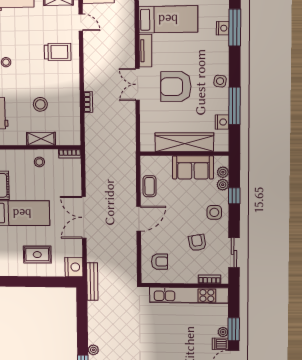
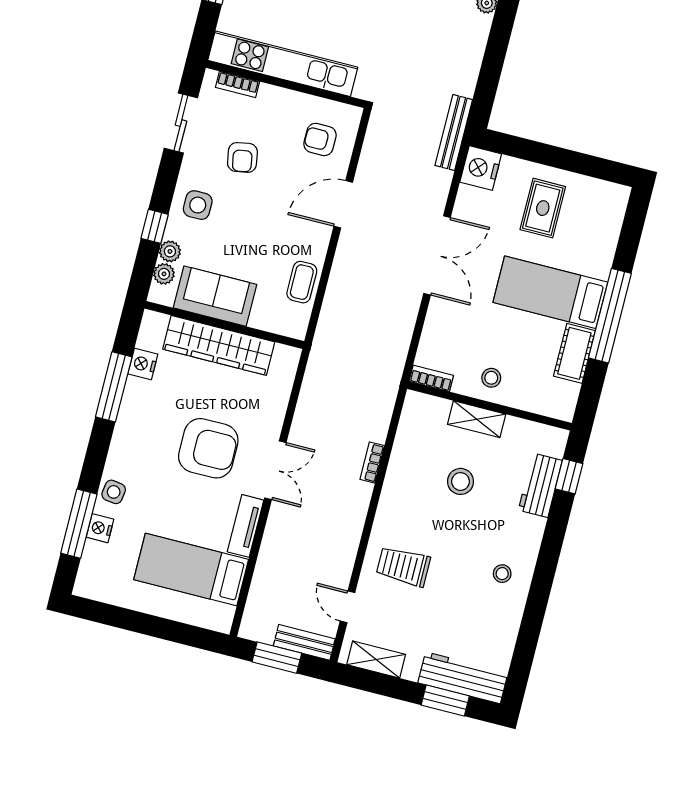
side table: (220, 81) -> (114, 492), moved
door: (139, 219) -> (343, 204), moved
rug: (37, 255) -> (543, 208), turned 90

